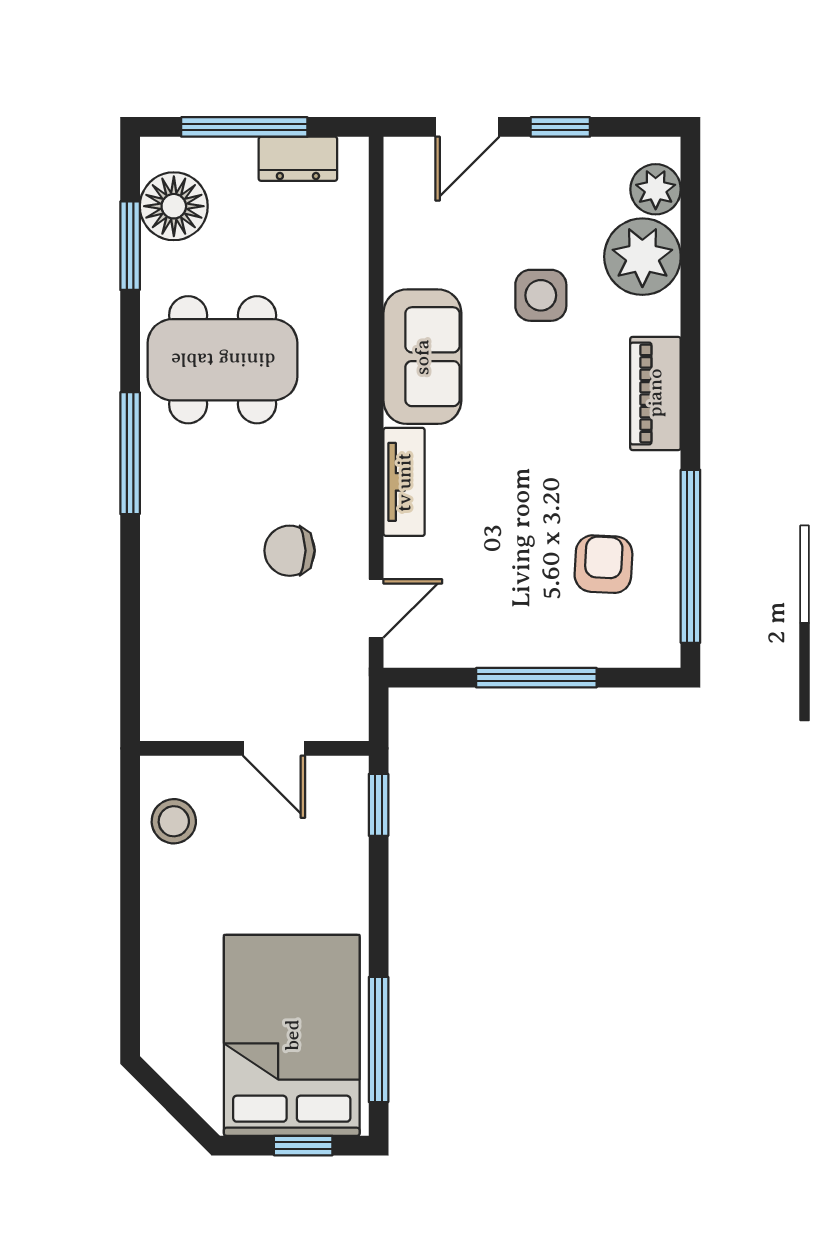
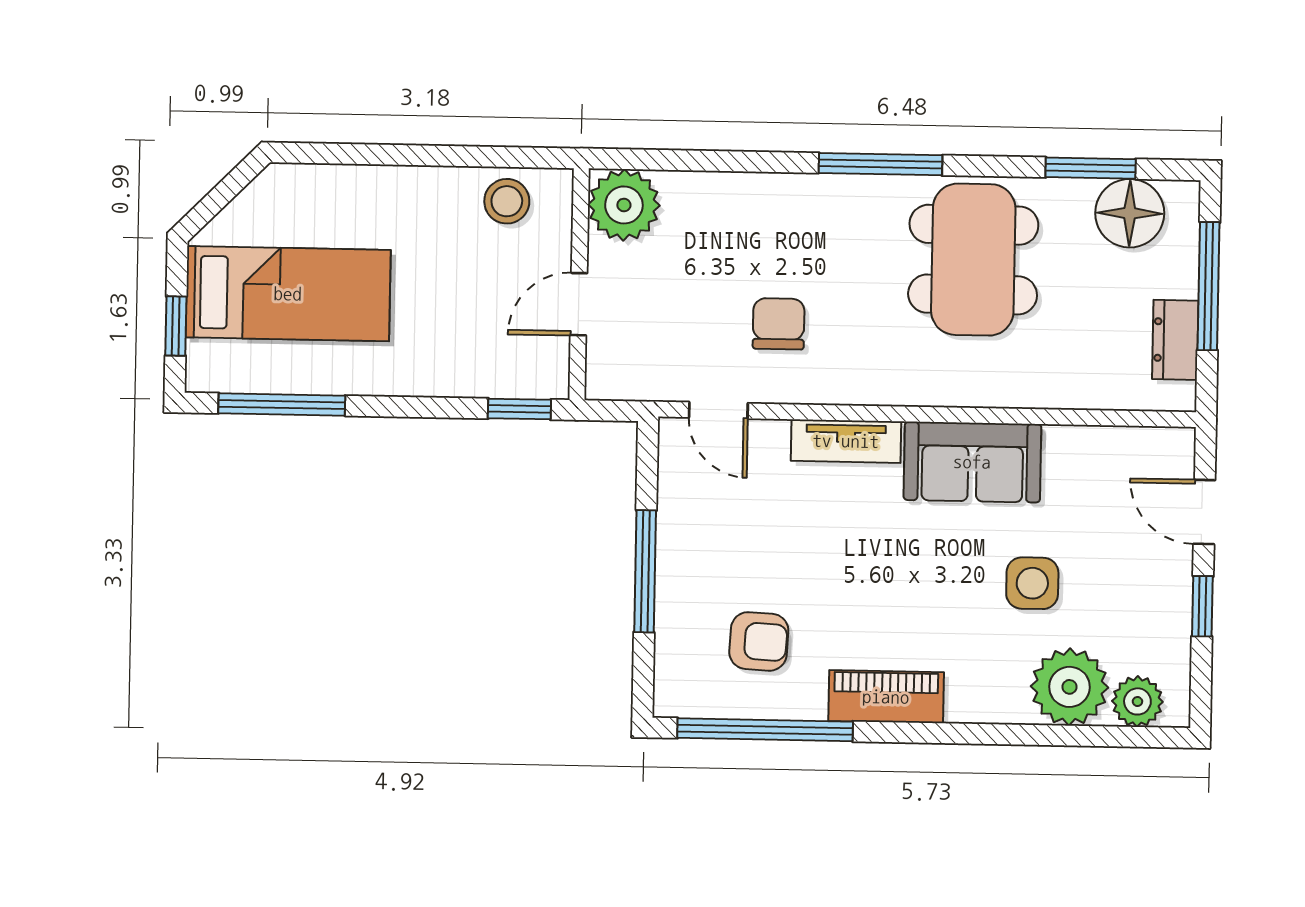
piano: (655, 393) -> (886, 697), moved
plant: (175, 706) -> (624, 205), added
bed: (292, 1035) -> (288, 294), width x0.67

